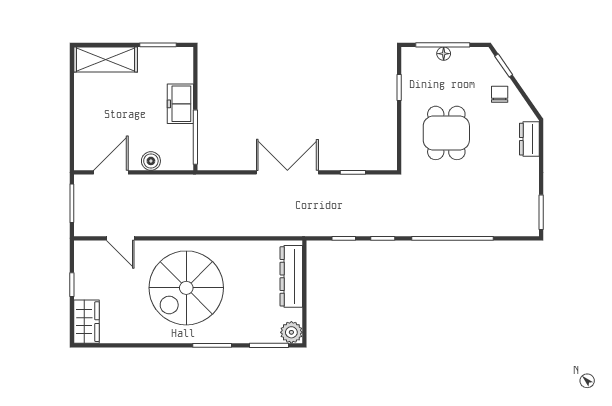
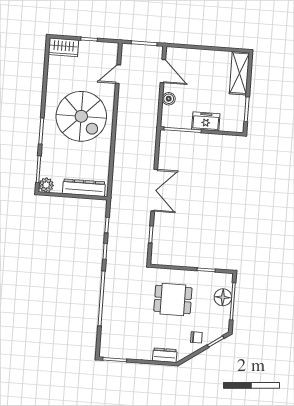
floor lamp: (444, 54) -> (223, 297), width x1.89, depth x1.89
spiral stairs: (186, 288) -> (81, 116), turned 180

